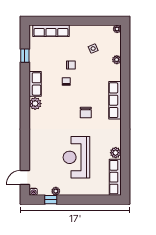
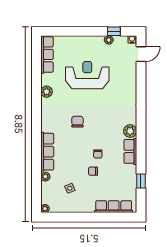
row of seats: (115, 100) -> (47, 152), moved
plant: (116, 153) -> (47, 92), moved
reception desk: (76, 157) -> (87, 75), turned -90

